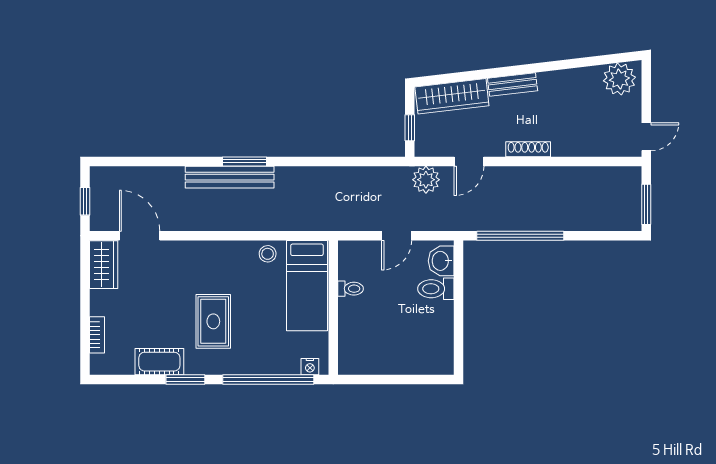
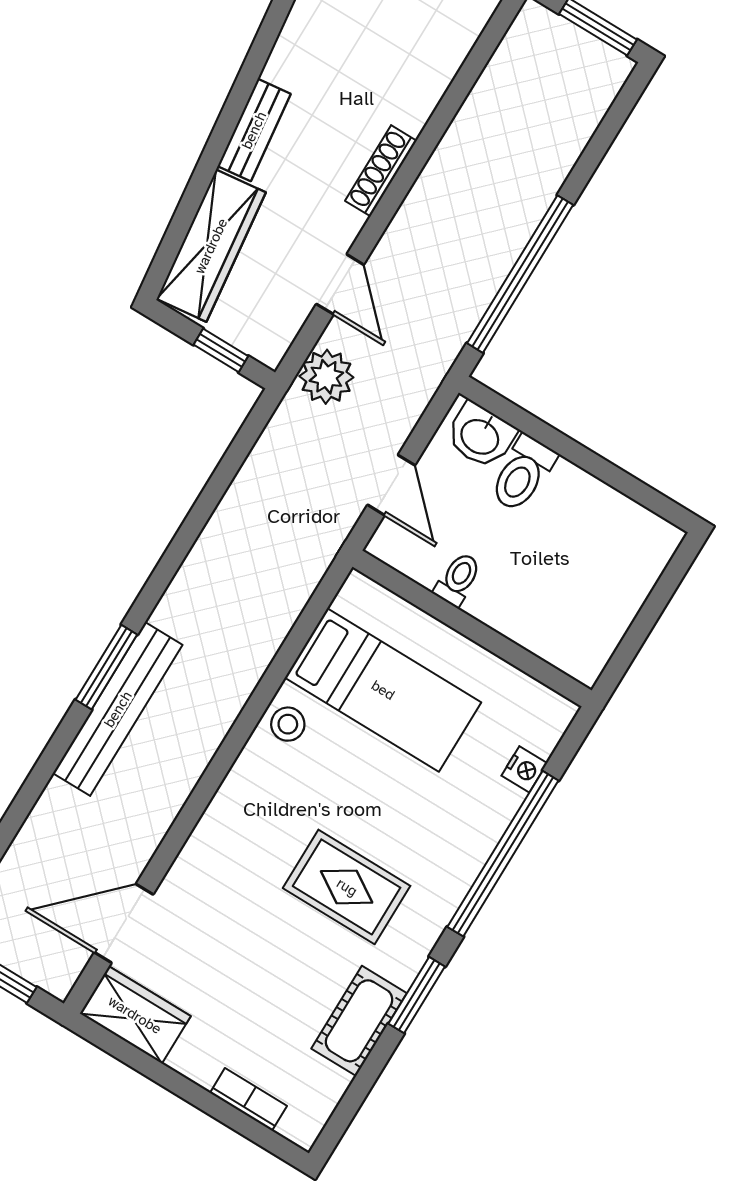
toilet: (351, 289) -> (458, 579), moved
wall: (333, 308) -> (472, 629), moved

